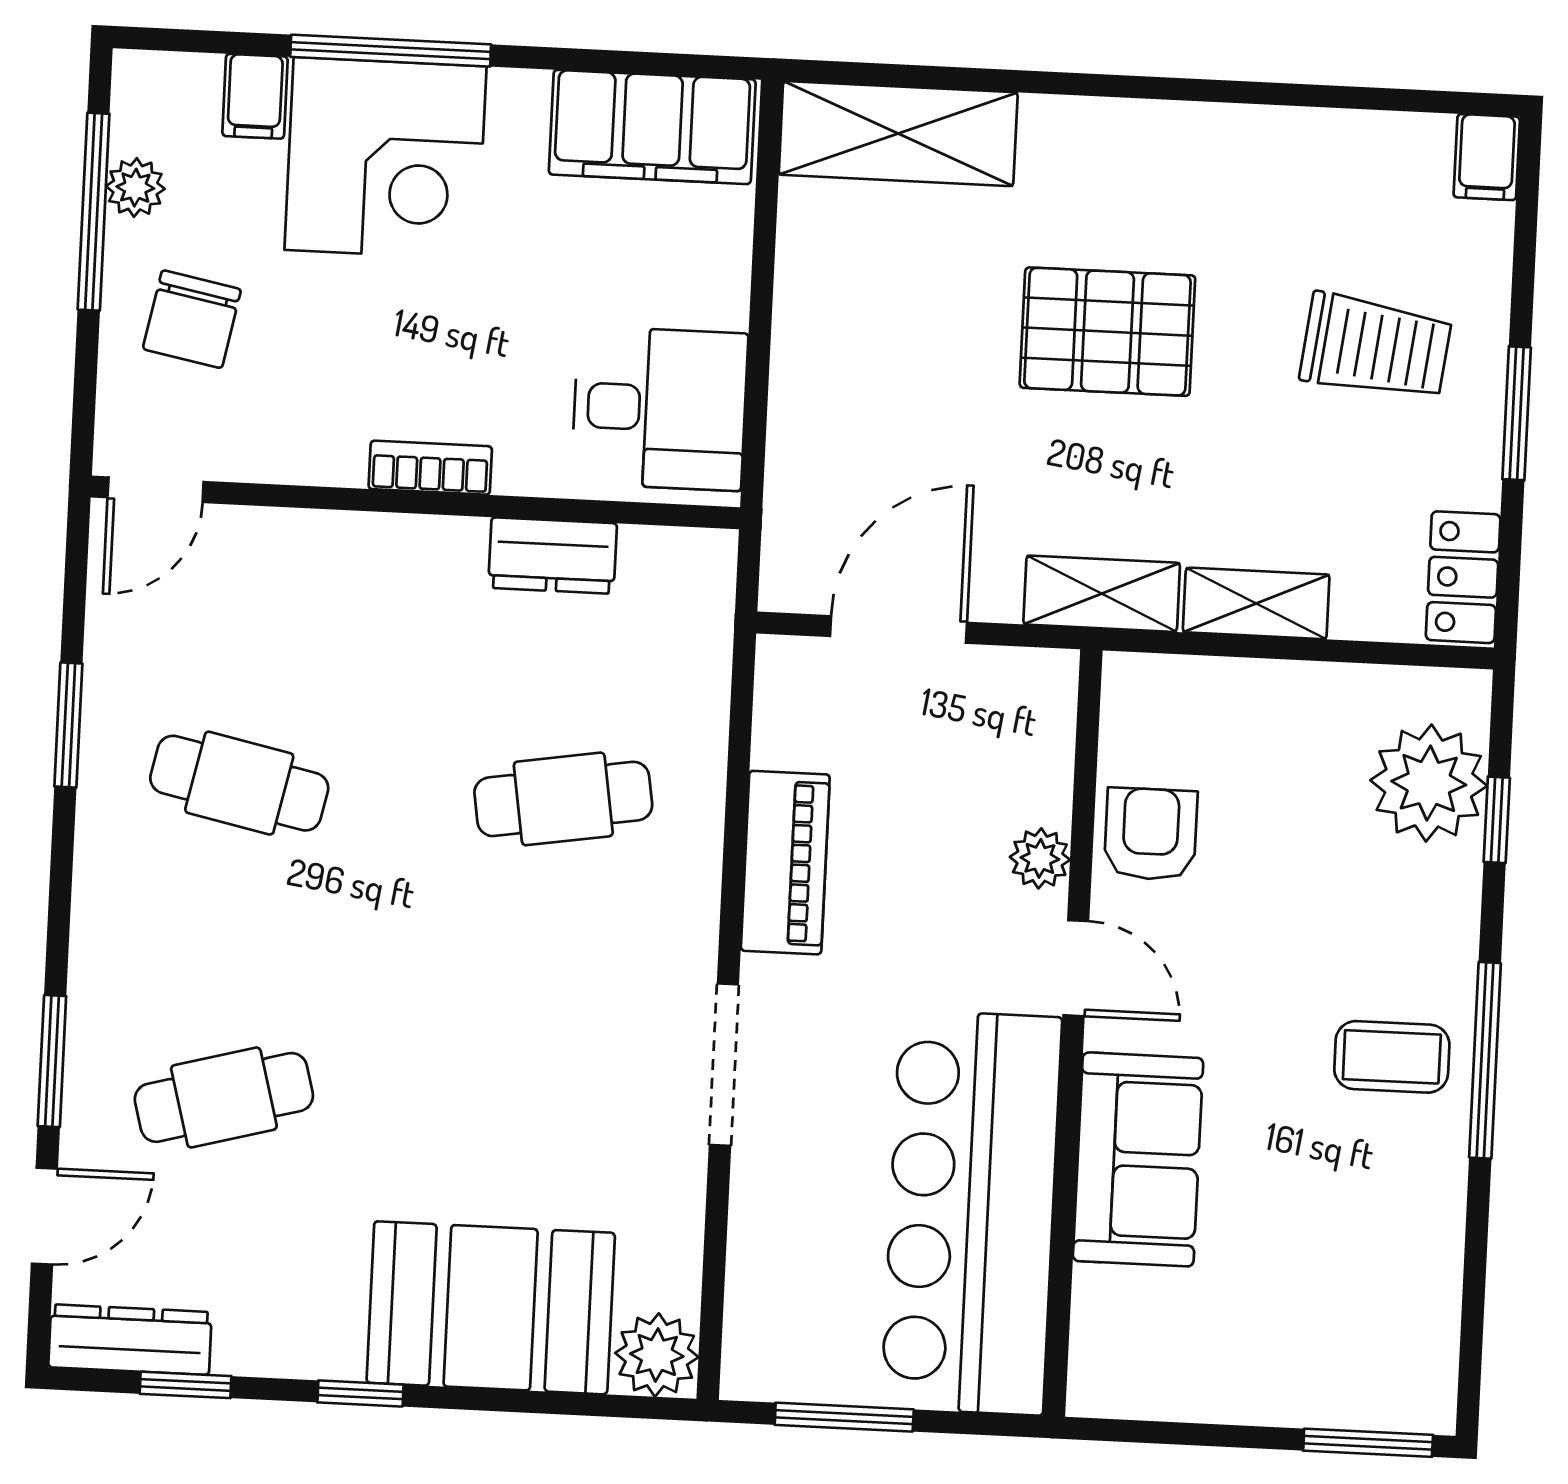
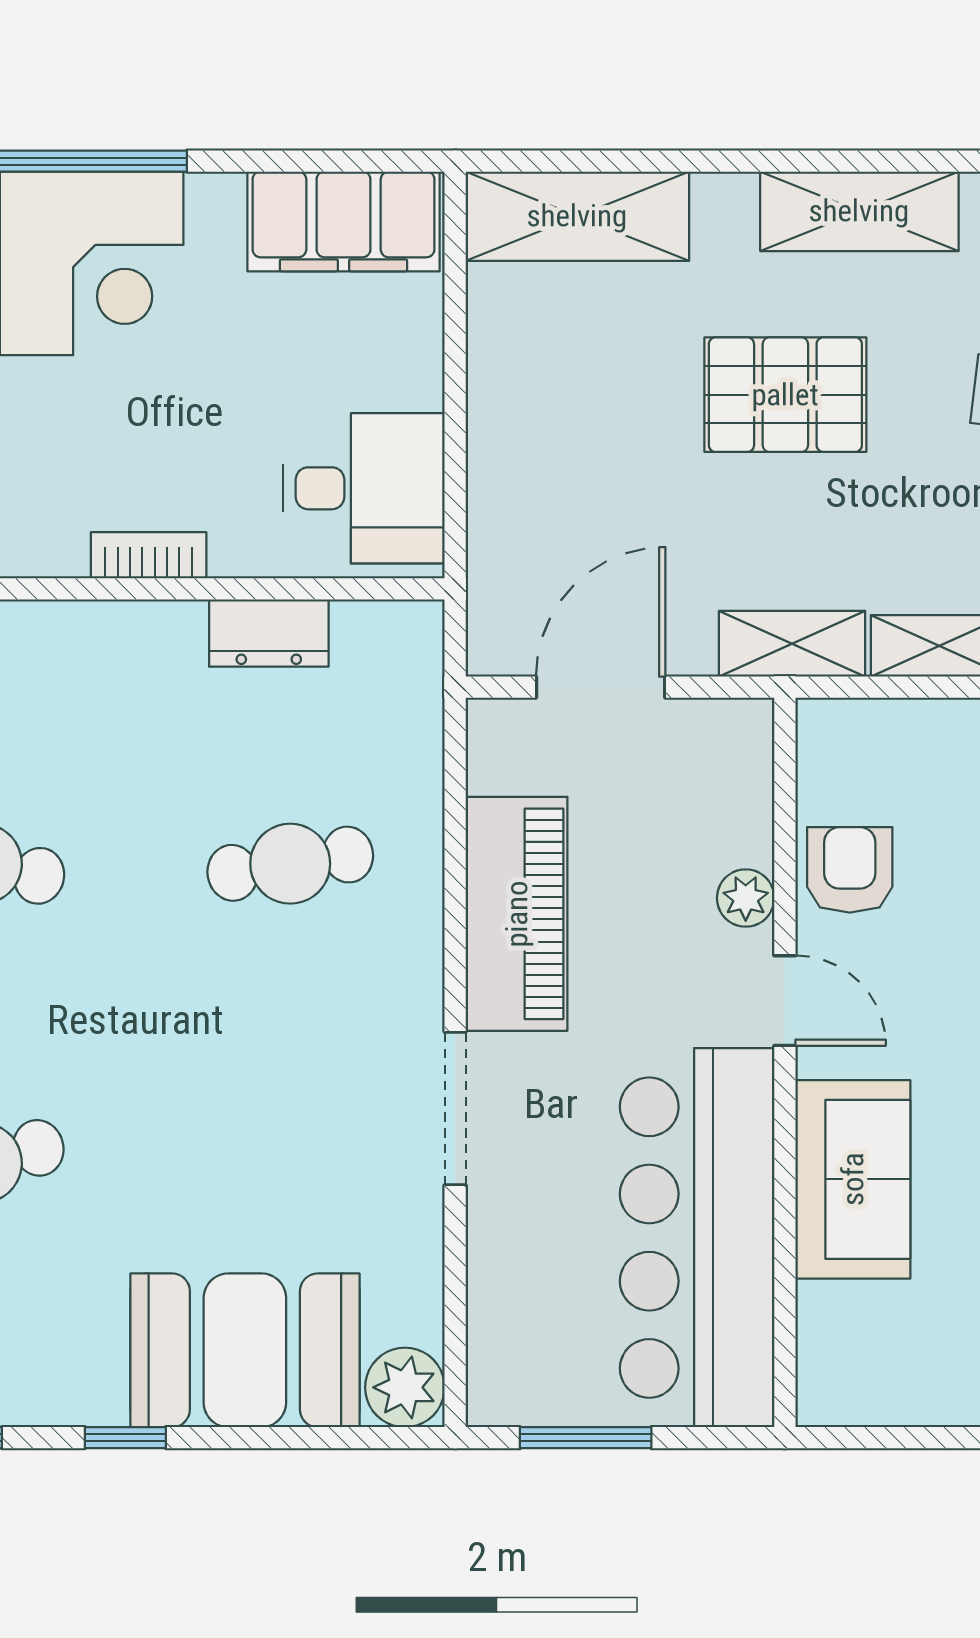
shelving: (1195, 143) -> (859, 211), added
piano: (785, 863) -> (517, 914), width x1.37, depth x1.33

